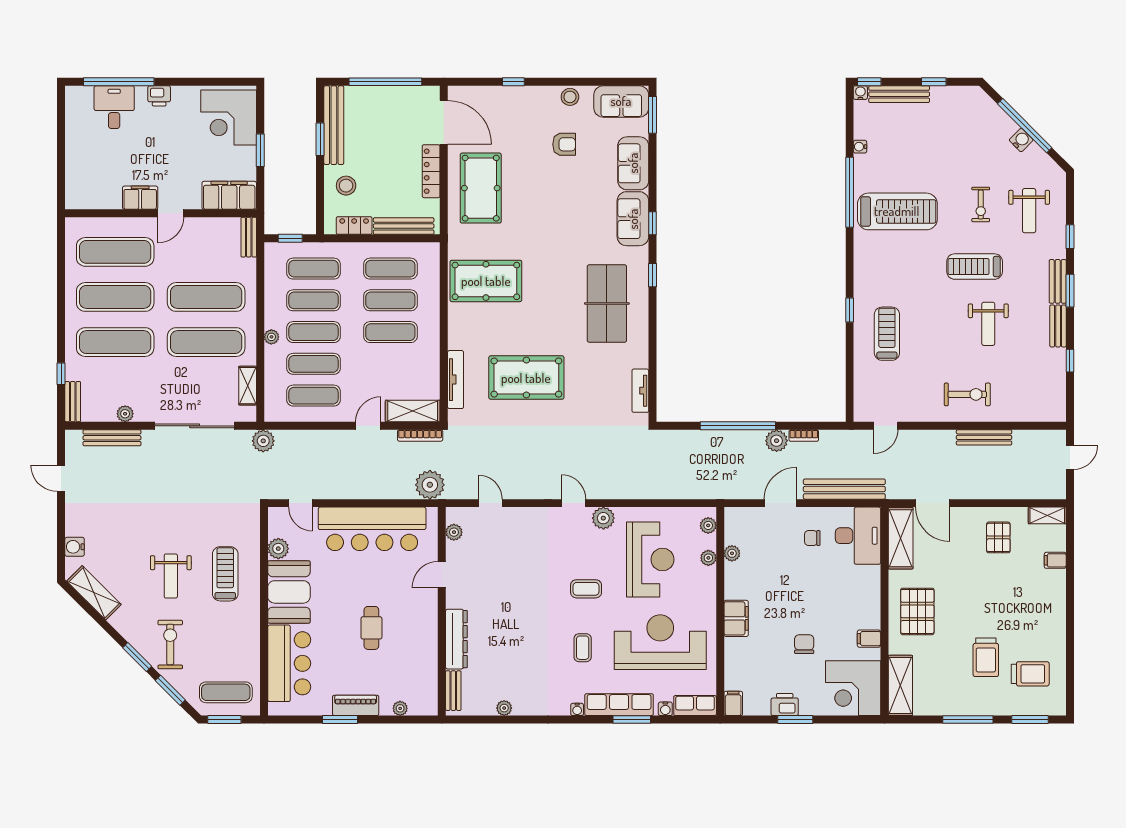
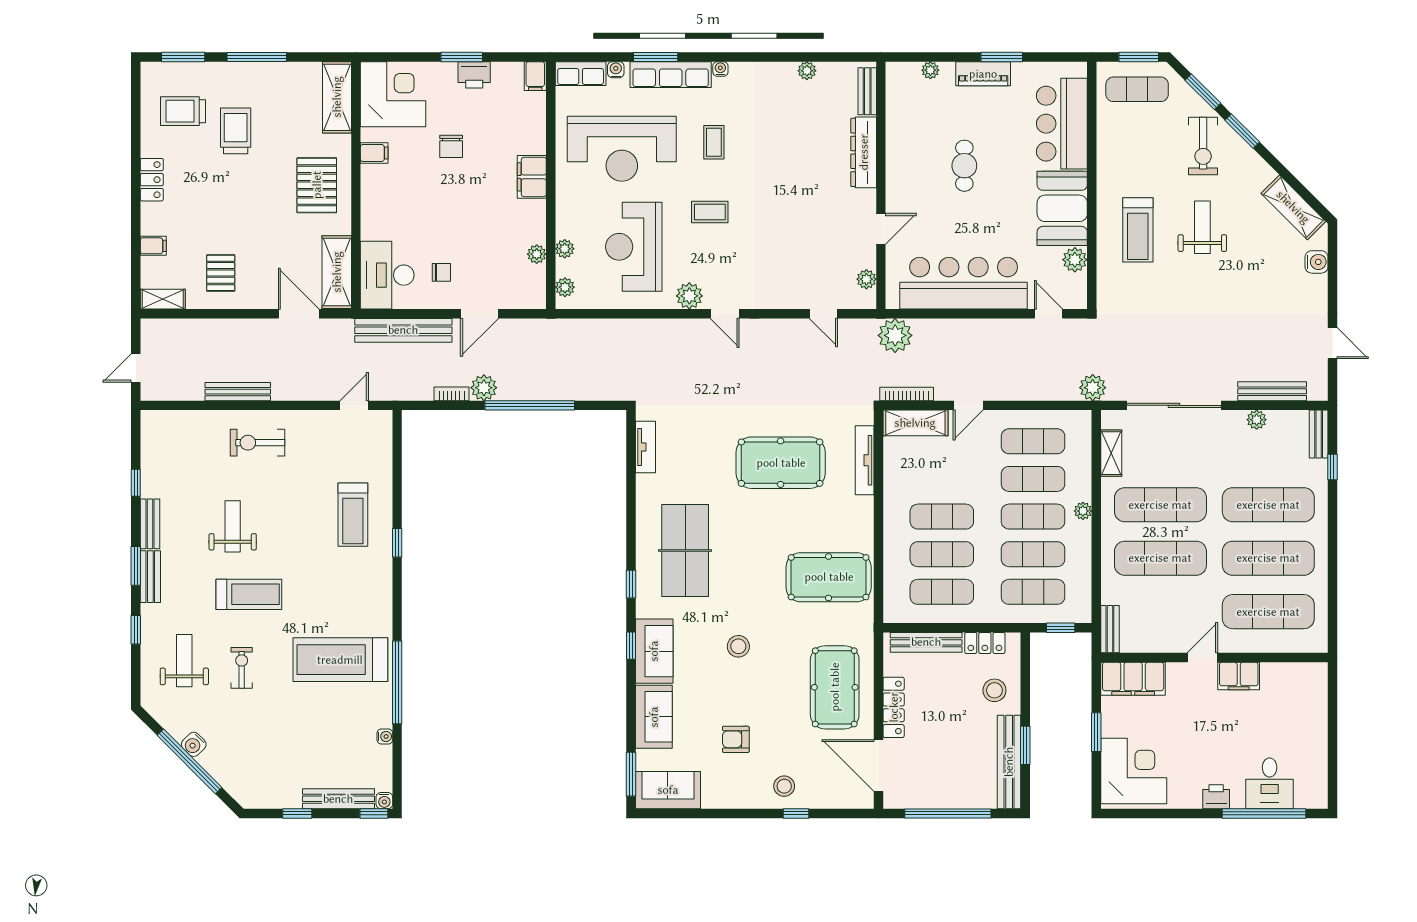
stool: (570, 97) -> (784, 786), moved
stool: (562, 223) -> (738, 646), added
locker: (1056, 616) -> (152, 180), added

